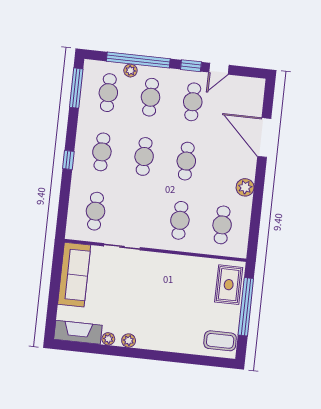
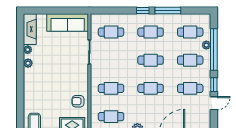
door: (219, 69) -> (214, 103), swing flipped
window: (76, 88) -> (168, 10), moved
armchair: (194, 272) -> (78, 101), added

